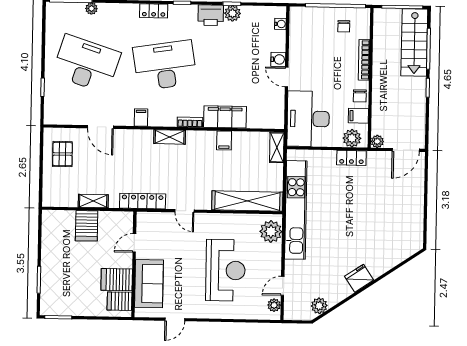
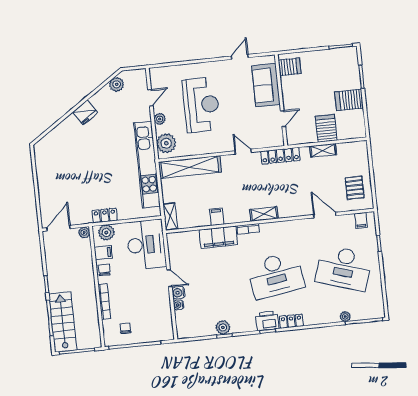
printer: (211, 15) -> (267, 321), moved
water cooler: (280, 24) -> (178, 305), moved
filing cabinet: (141, 117) -> (361, 220), moved
reception desk: (226, 270) -> (201, 105), turned 180
server rack: (117, 280) -> (349, 100), moved, turned 180
plant: (274, 305) -> (160, 119), moved

